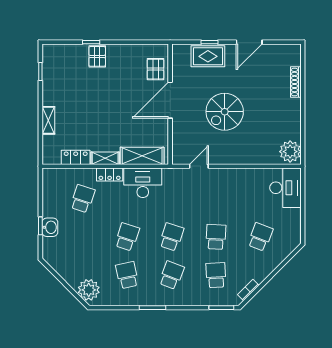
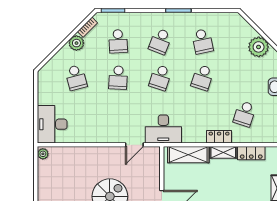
plant: (290, 152) -> (43, 154), width x0.53, depth x0.53
desk: (143, 183) -> (163, 129), moved
school desk: (260, 237) -> (76, 78), turned -36
plant: (260, 273) -> (76, 43), added
plant: (89, 290) -> (259, 47), moved

